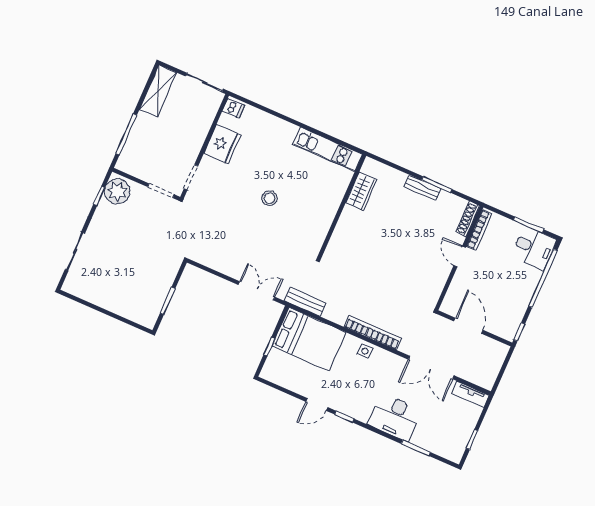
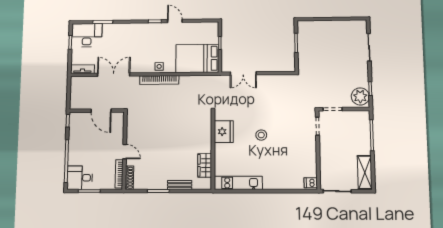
fridge: (222, 144) -> (224, 132), moved, turned 180
bench: (423, 188) -> (180, 185), moved
bench: (305, 302) -> (210, 80), removed
door: (317, 405) -> (175, 21), hinge flipped
desk: (395, 417) -> (87, 35), moved

